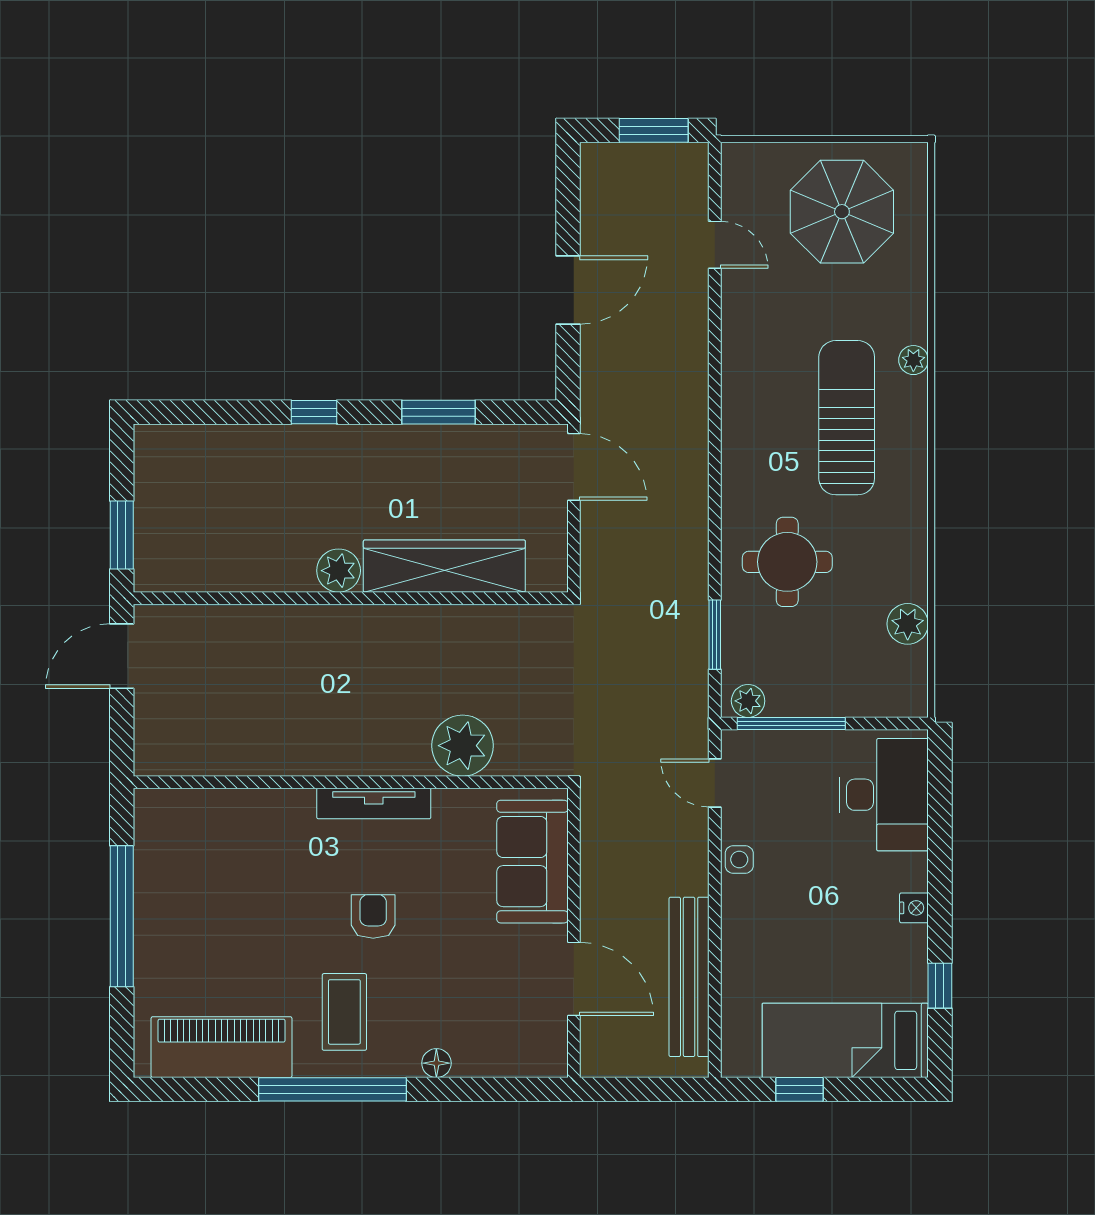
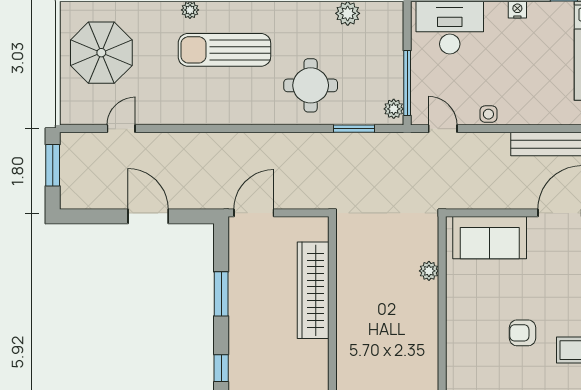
plant: (339, 571) -> (316, 354), removed
plant: (463, 746) -> (429, 271), width x0.53, depth x0.53
door: (715, 783) -> (443, 129), swing flipped
tv unit: (374, 803) -> (455, 332), removed

